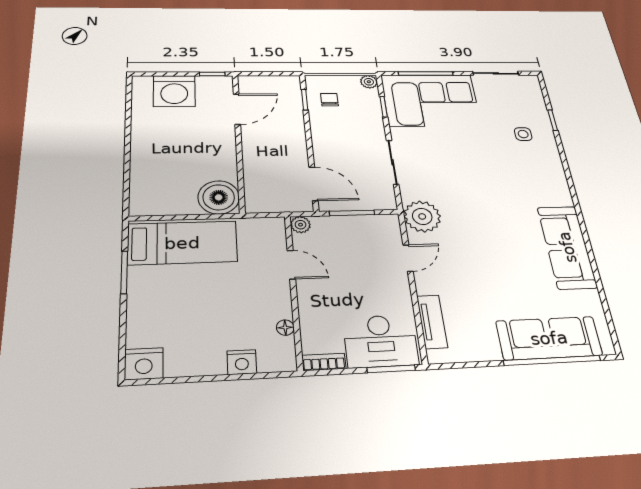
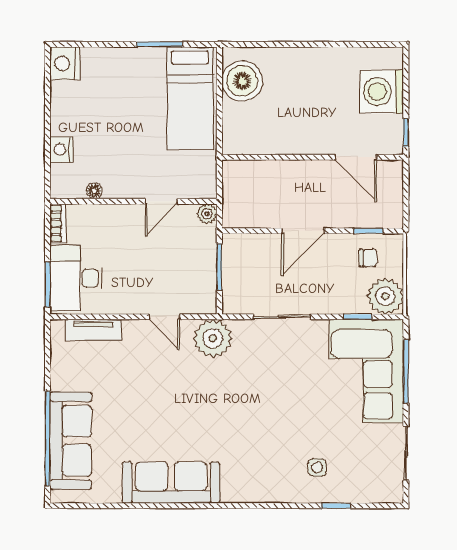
plant: (369, 82) -> (385, 296), width x1.88, depth x1.88
door: (313, 184) -> (303, 231), moved
boiler: (219, 197) -> (242, 81), moved

